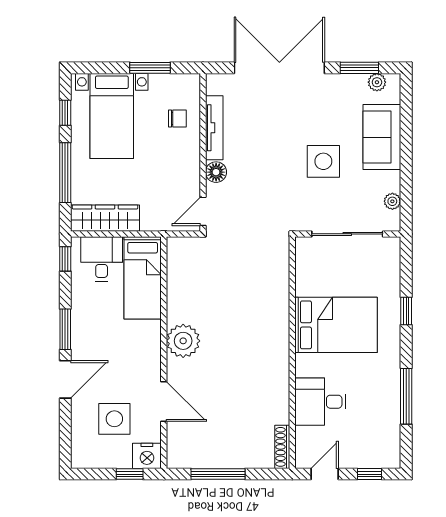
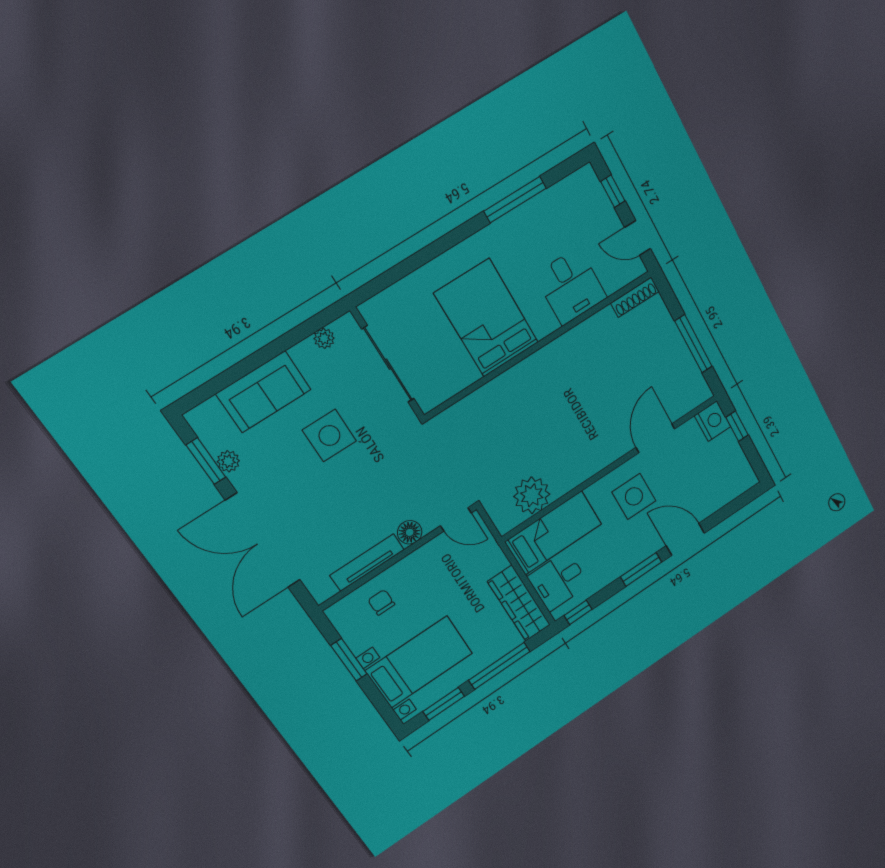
plant: (377, 82) -> (228, 461), moved
window: (65, 113) -> (444, 704), width x1.50
window: (406, 311) -> (429, 253), removed
plant: (183, 341) -> (532, 495), moved
side table: (114, 419) -> (634, 496), moved

